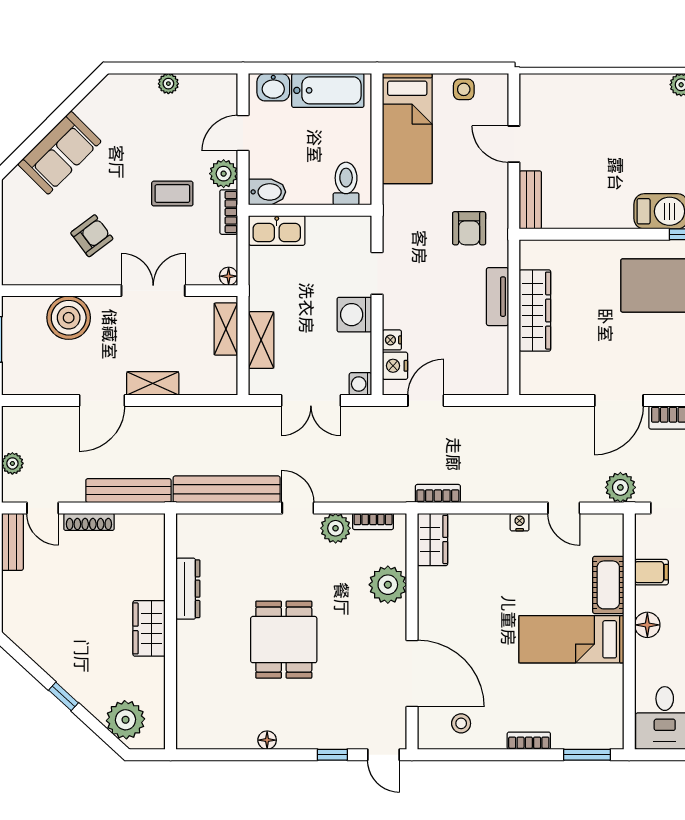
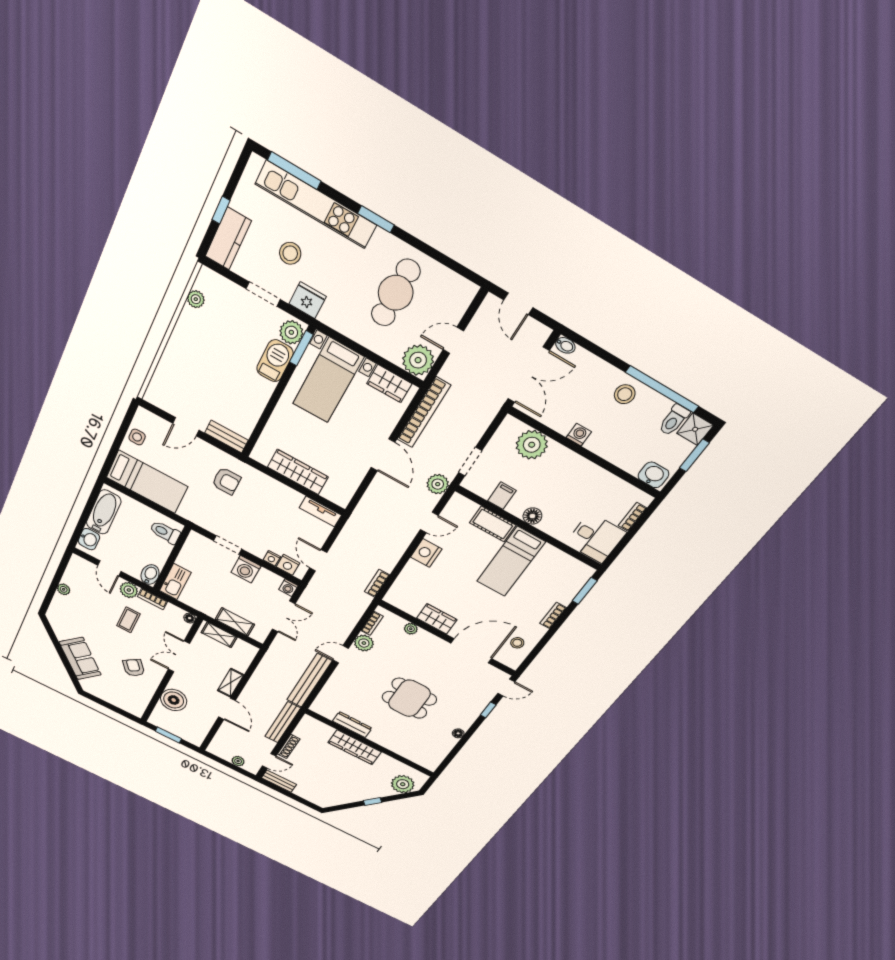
tv unit: (497, 297) -> (320, 511), moved
nightstand: (520, 522) -> (426, 553), width x1.89, depth x1.79
wardrobe: (432, 539) -> (437, 619), moved
plant: (388, 585) -> (411, 629), width x0.53, depth x0.53
wardrobe: (149, 628) -> (355, 747), width x1.50

